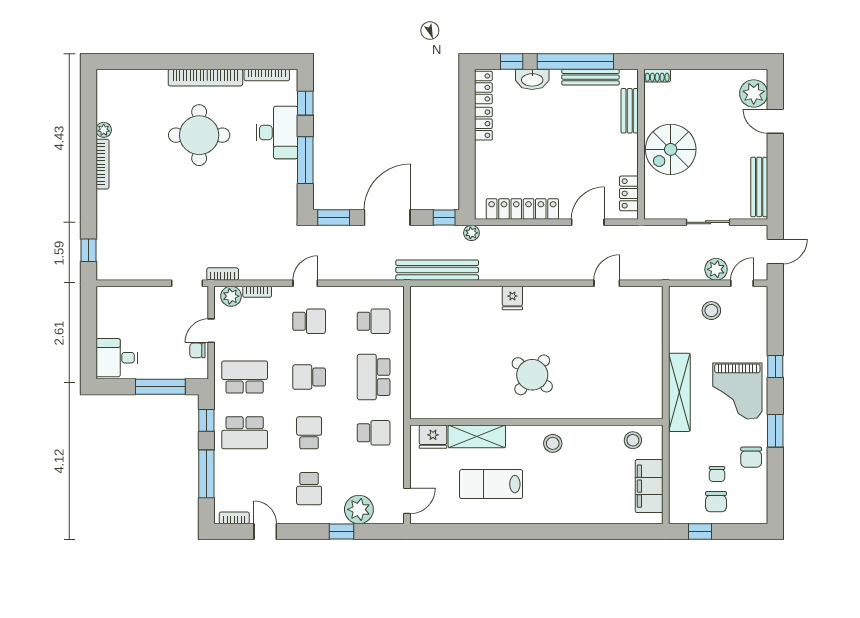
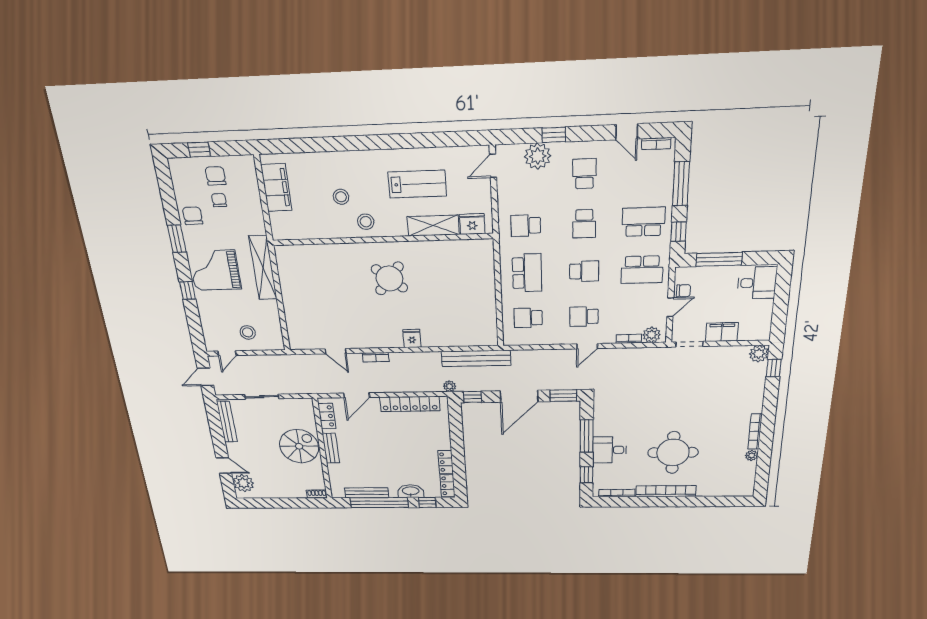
bench: (630, 111) -> (331, 448), moved
desk: (277, 133) -> (609, 450), width x0.73
plant: (716, 269) -> (759, 354), moved
bookcase: (223, 274) -> (376, 357), moved
door: (607, 283) -> (336, 351), hinge flipped
filing cabinet: (151, 298) -> (722, 332), added
grand piano: (737, 391) -> (215, 270), turned -90
stool: (633, 440) -> (341, 197), moved
window: (700, 531) -> (199, 150), moved

